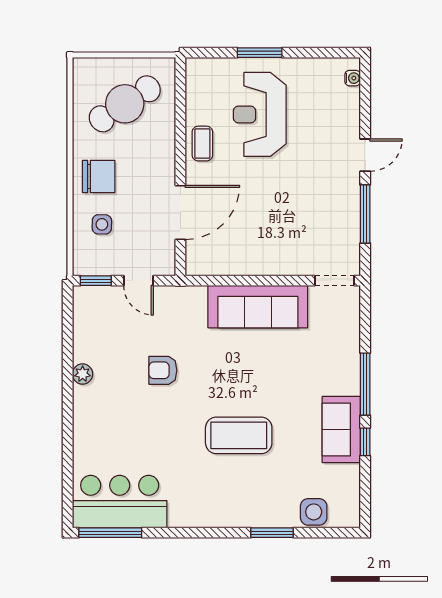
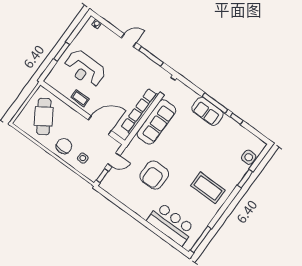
door: (365, 155) -> (129, 40), hinge flipped
door: (180, 212) -> (100, 125), hinge flipped
row of seats: (256, 263) -> (140, 111), added
armchair: (163, 370) -> (154, 175), width x1.88, depth x1.88
plant: (83, 374) -> (134, 206), removed
sofa: (341, 430) -> (207, 111), moved
coffee table: (239, 435) -> (208, 188), moved, turned 90
bar counter: (120, 502) -> (171, 224), moved, turned 90

